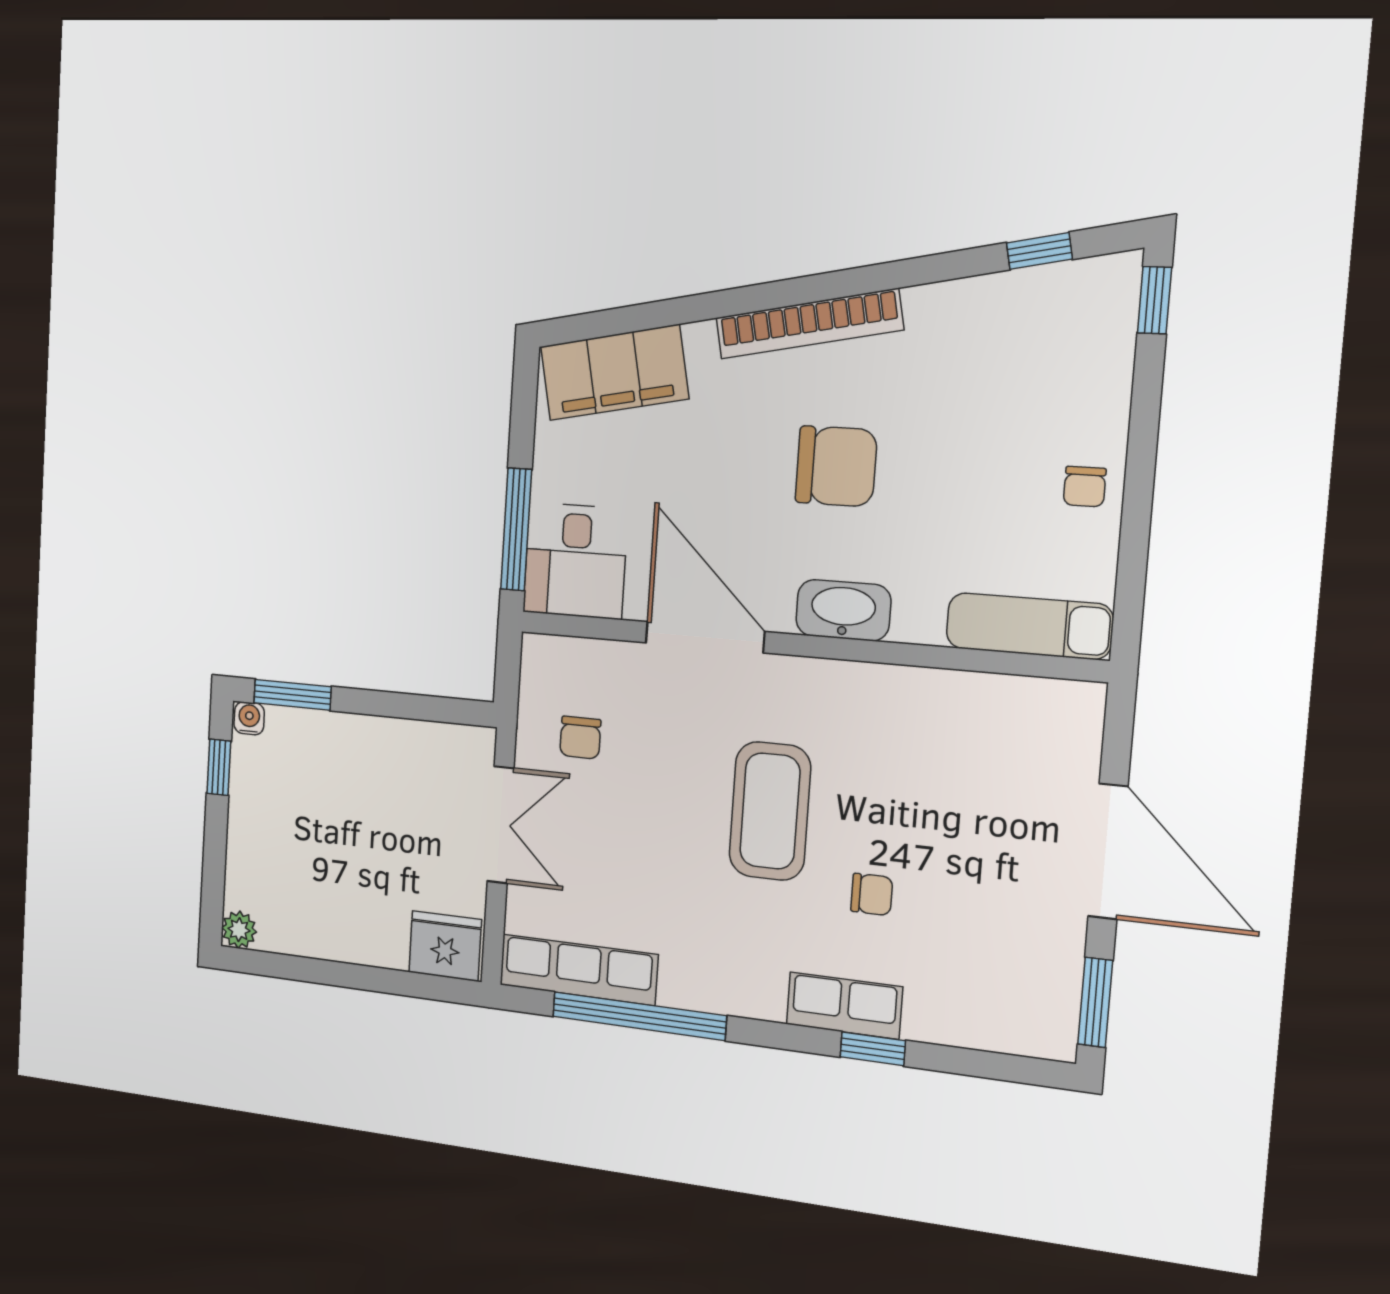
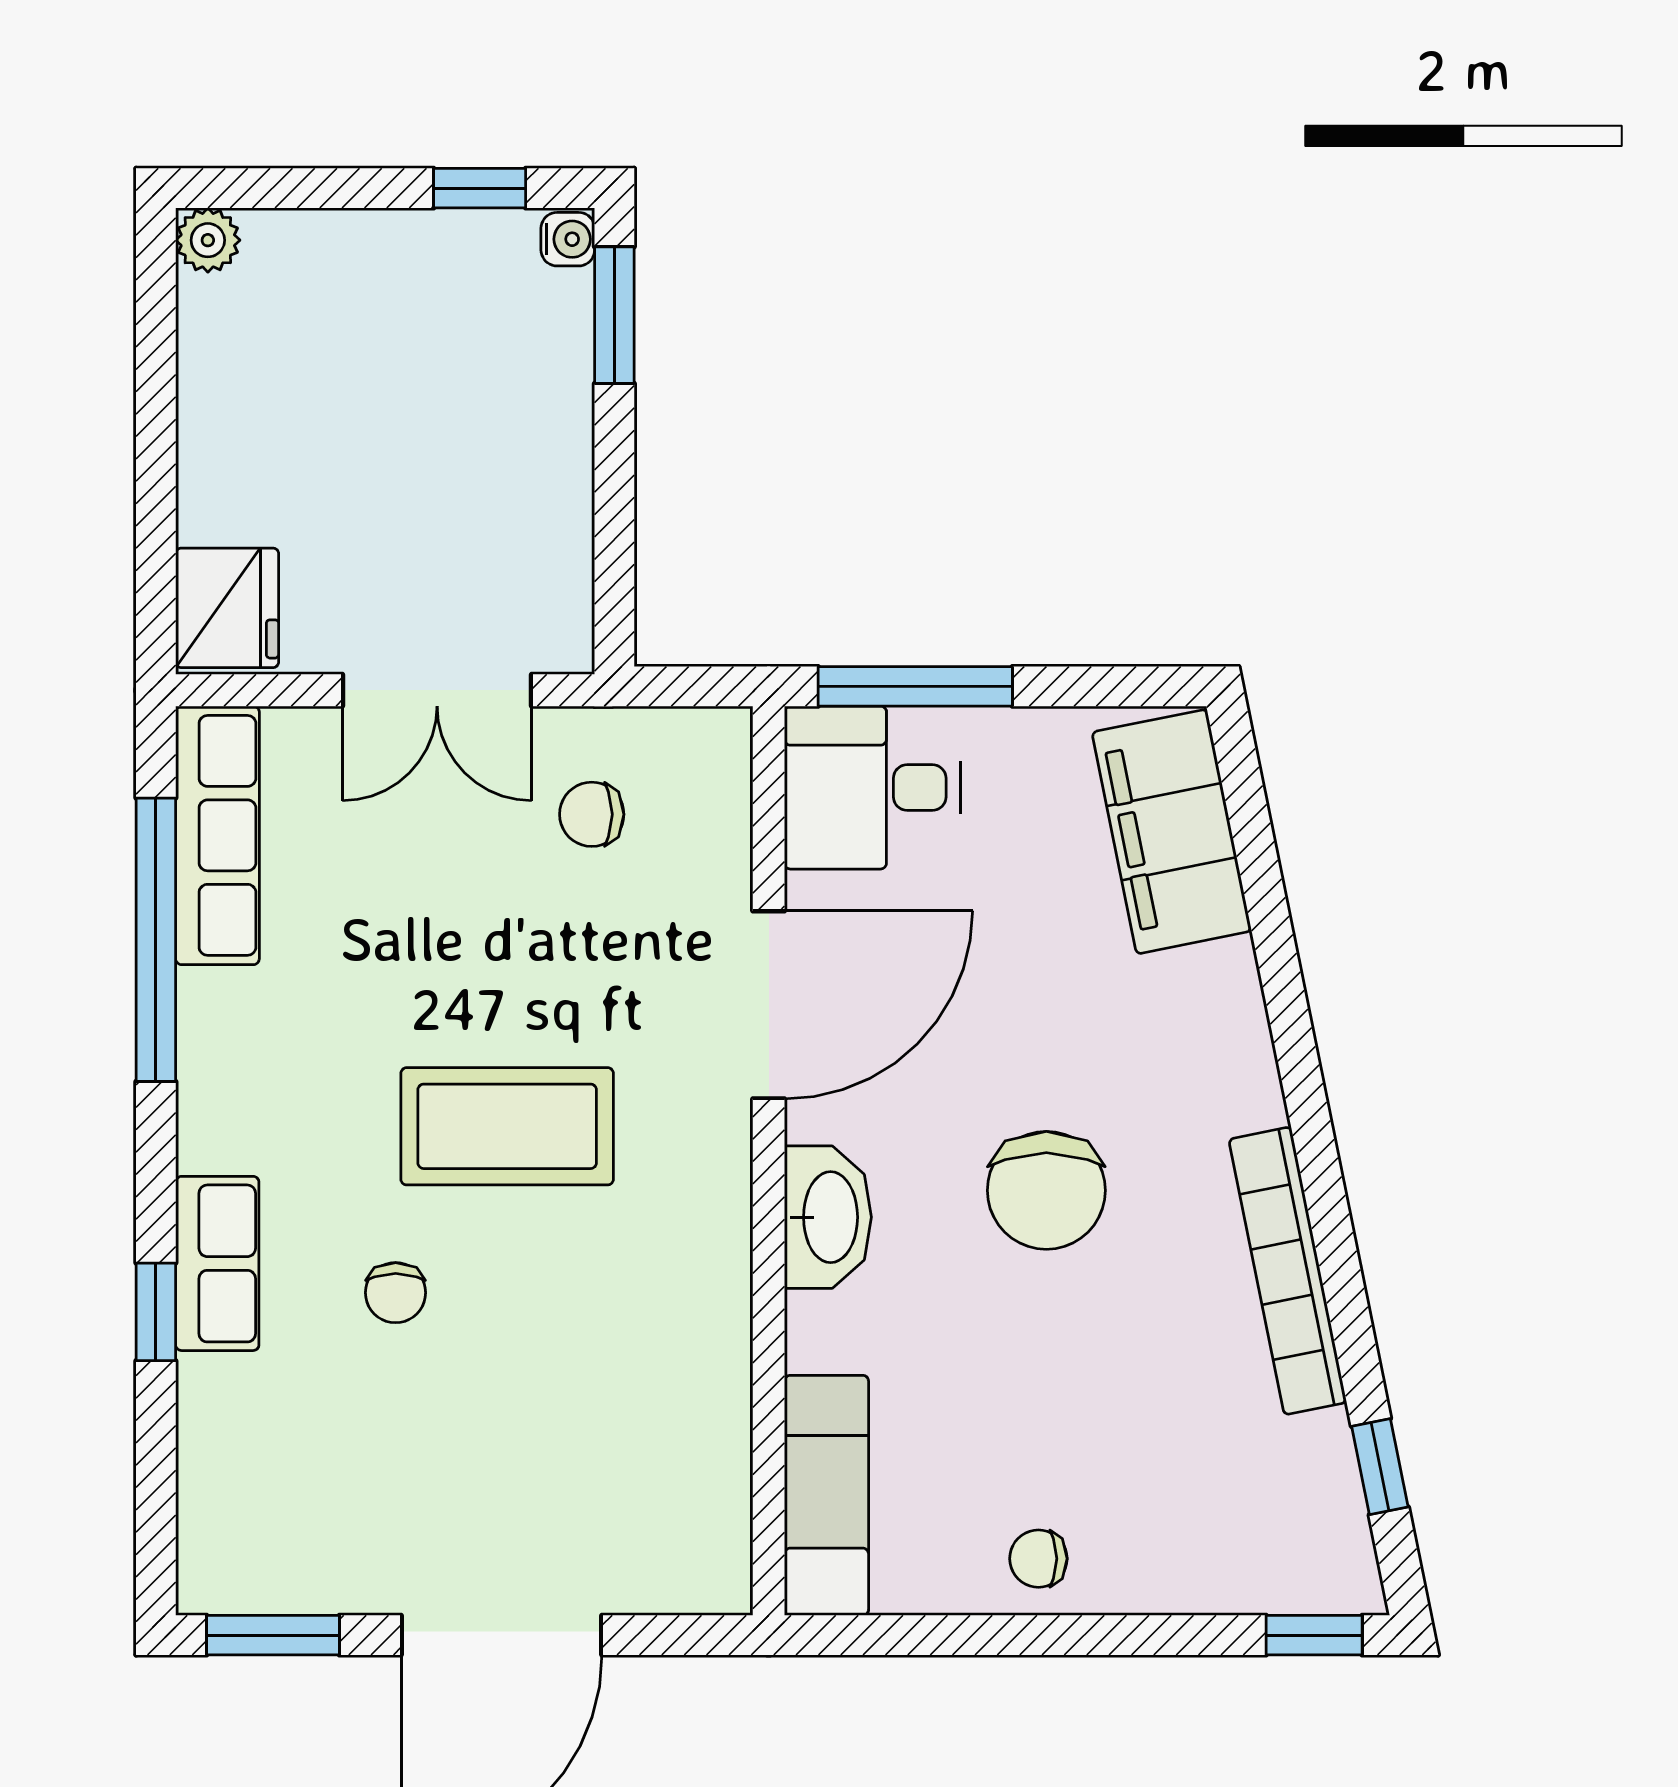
bookcase: (809, 324) -> (1288, 1271), moved

